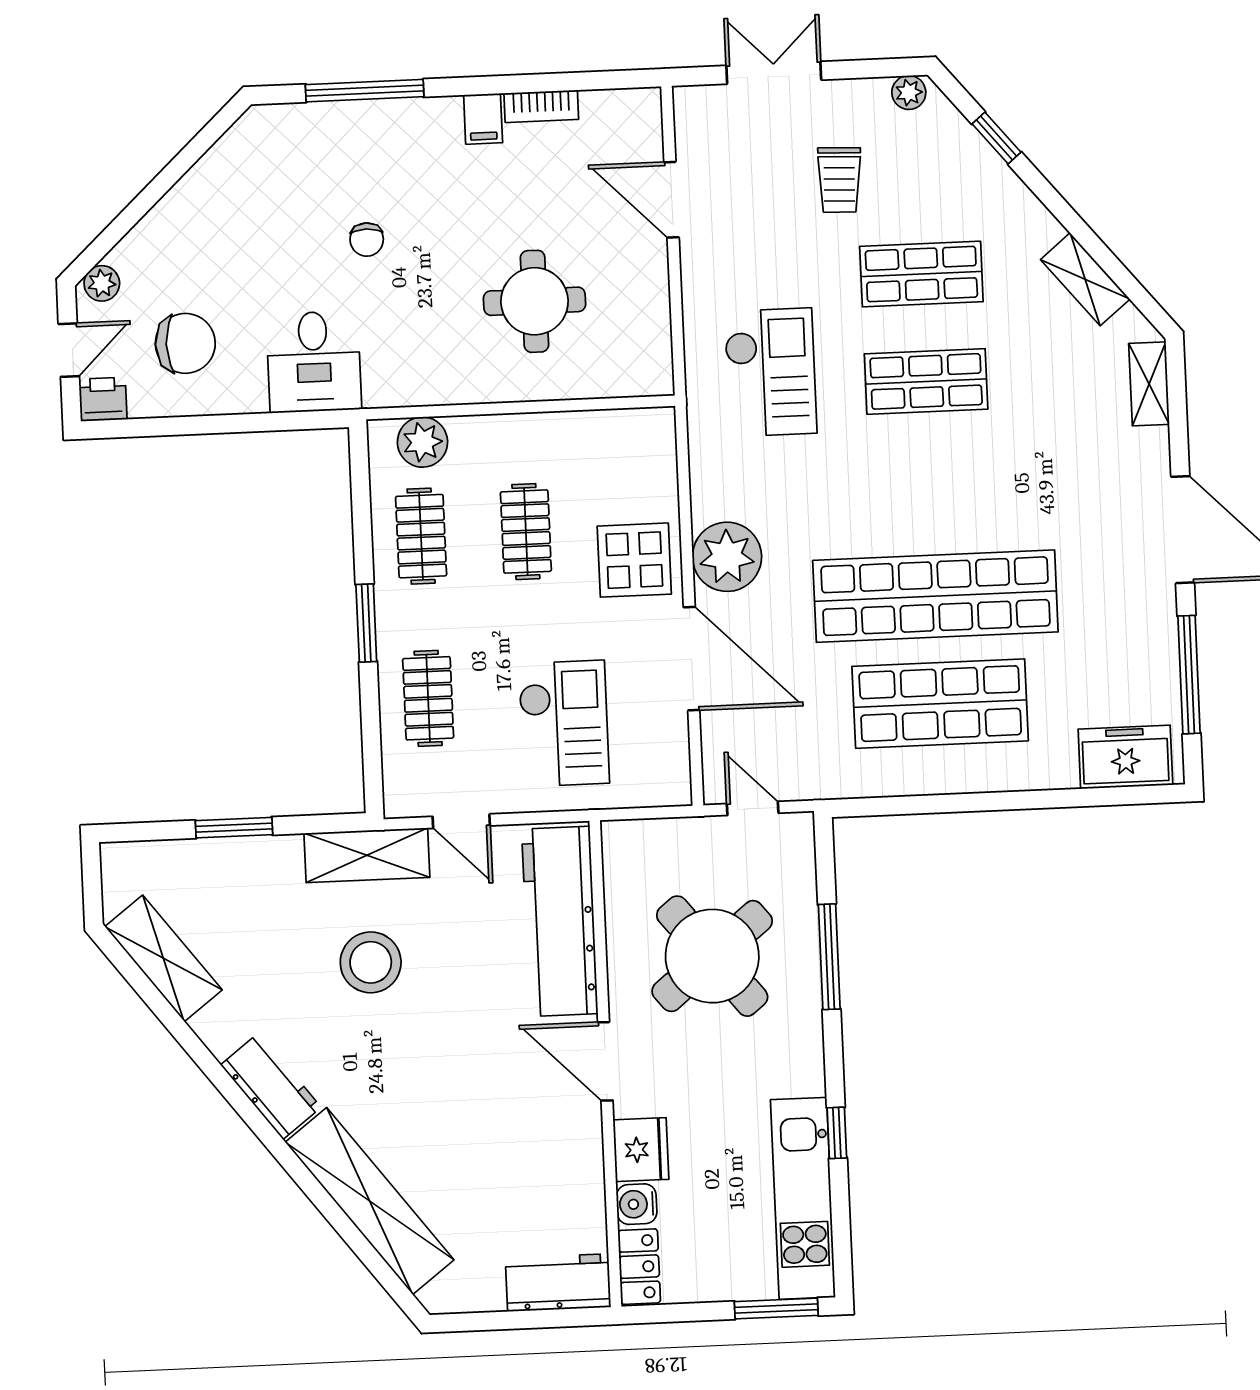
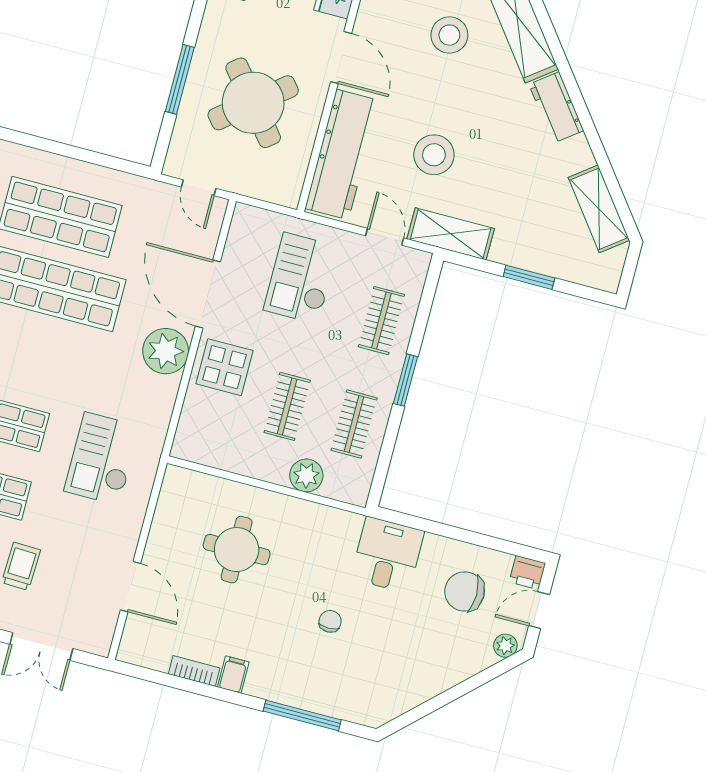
plant: (422, 442) -> (306, 475), moved
stool: (371, 962) -> (434, 155), moved
stool: (458, 1143) -> (449, 35), added

